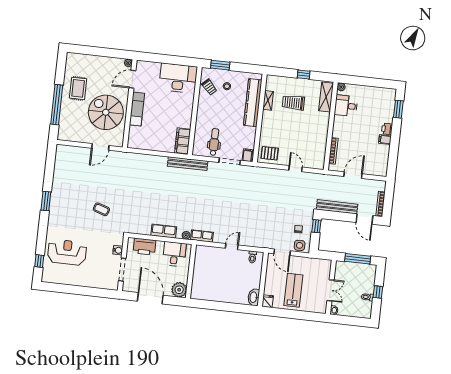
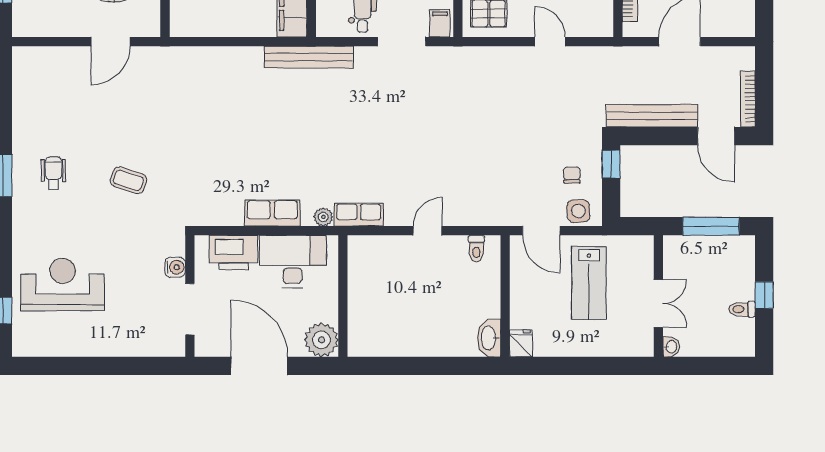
wheelchair: (68, 202) -> (53, 173), added
desk: (174, 254) -> (293, 261), width x1.37
lab bench: (293, 290) -> (589, 283), moved, turned 180

